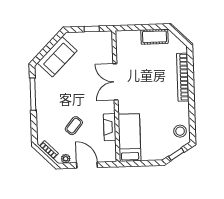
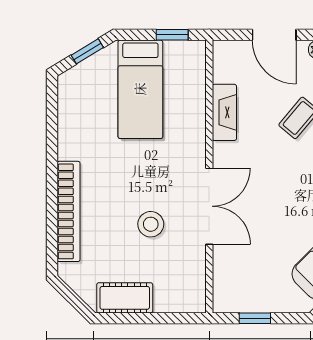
stool: (180, 131) -> (151, 224), moved
bed: (129, 138) -> (140, 89), moved
window: (136, 163) -> (172, 35), added

